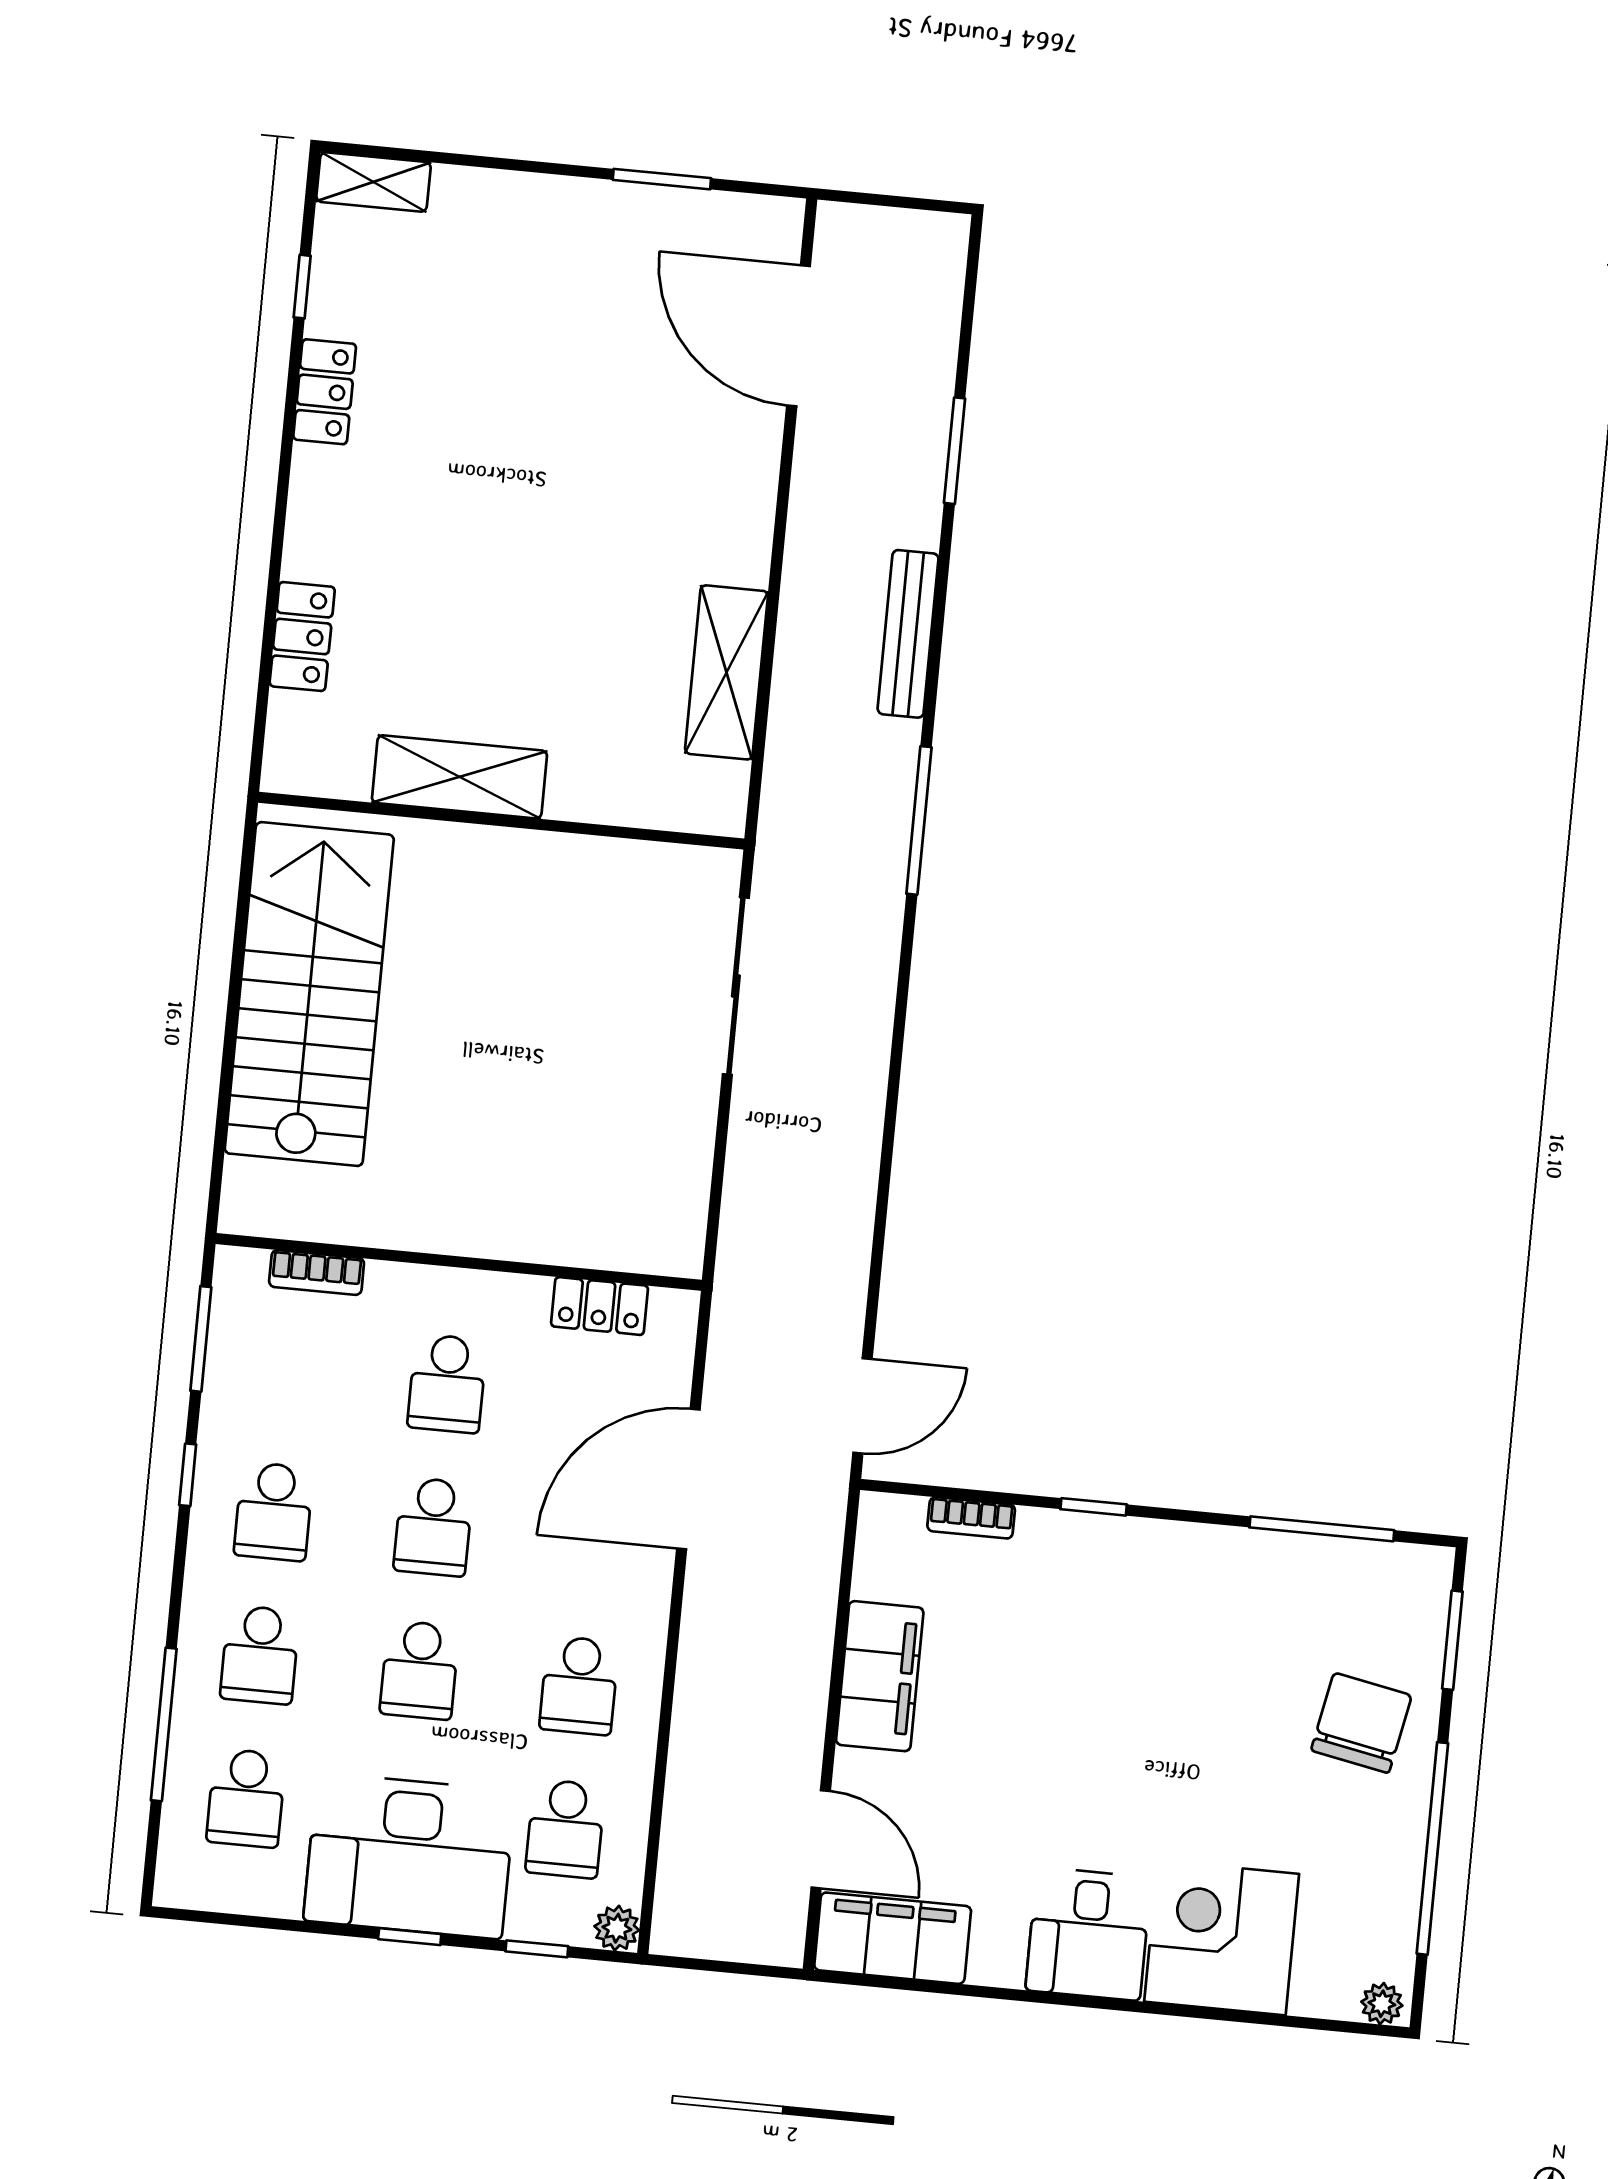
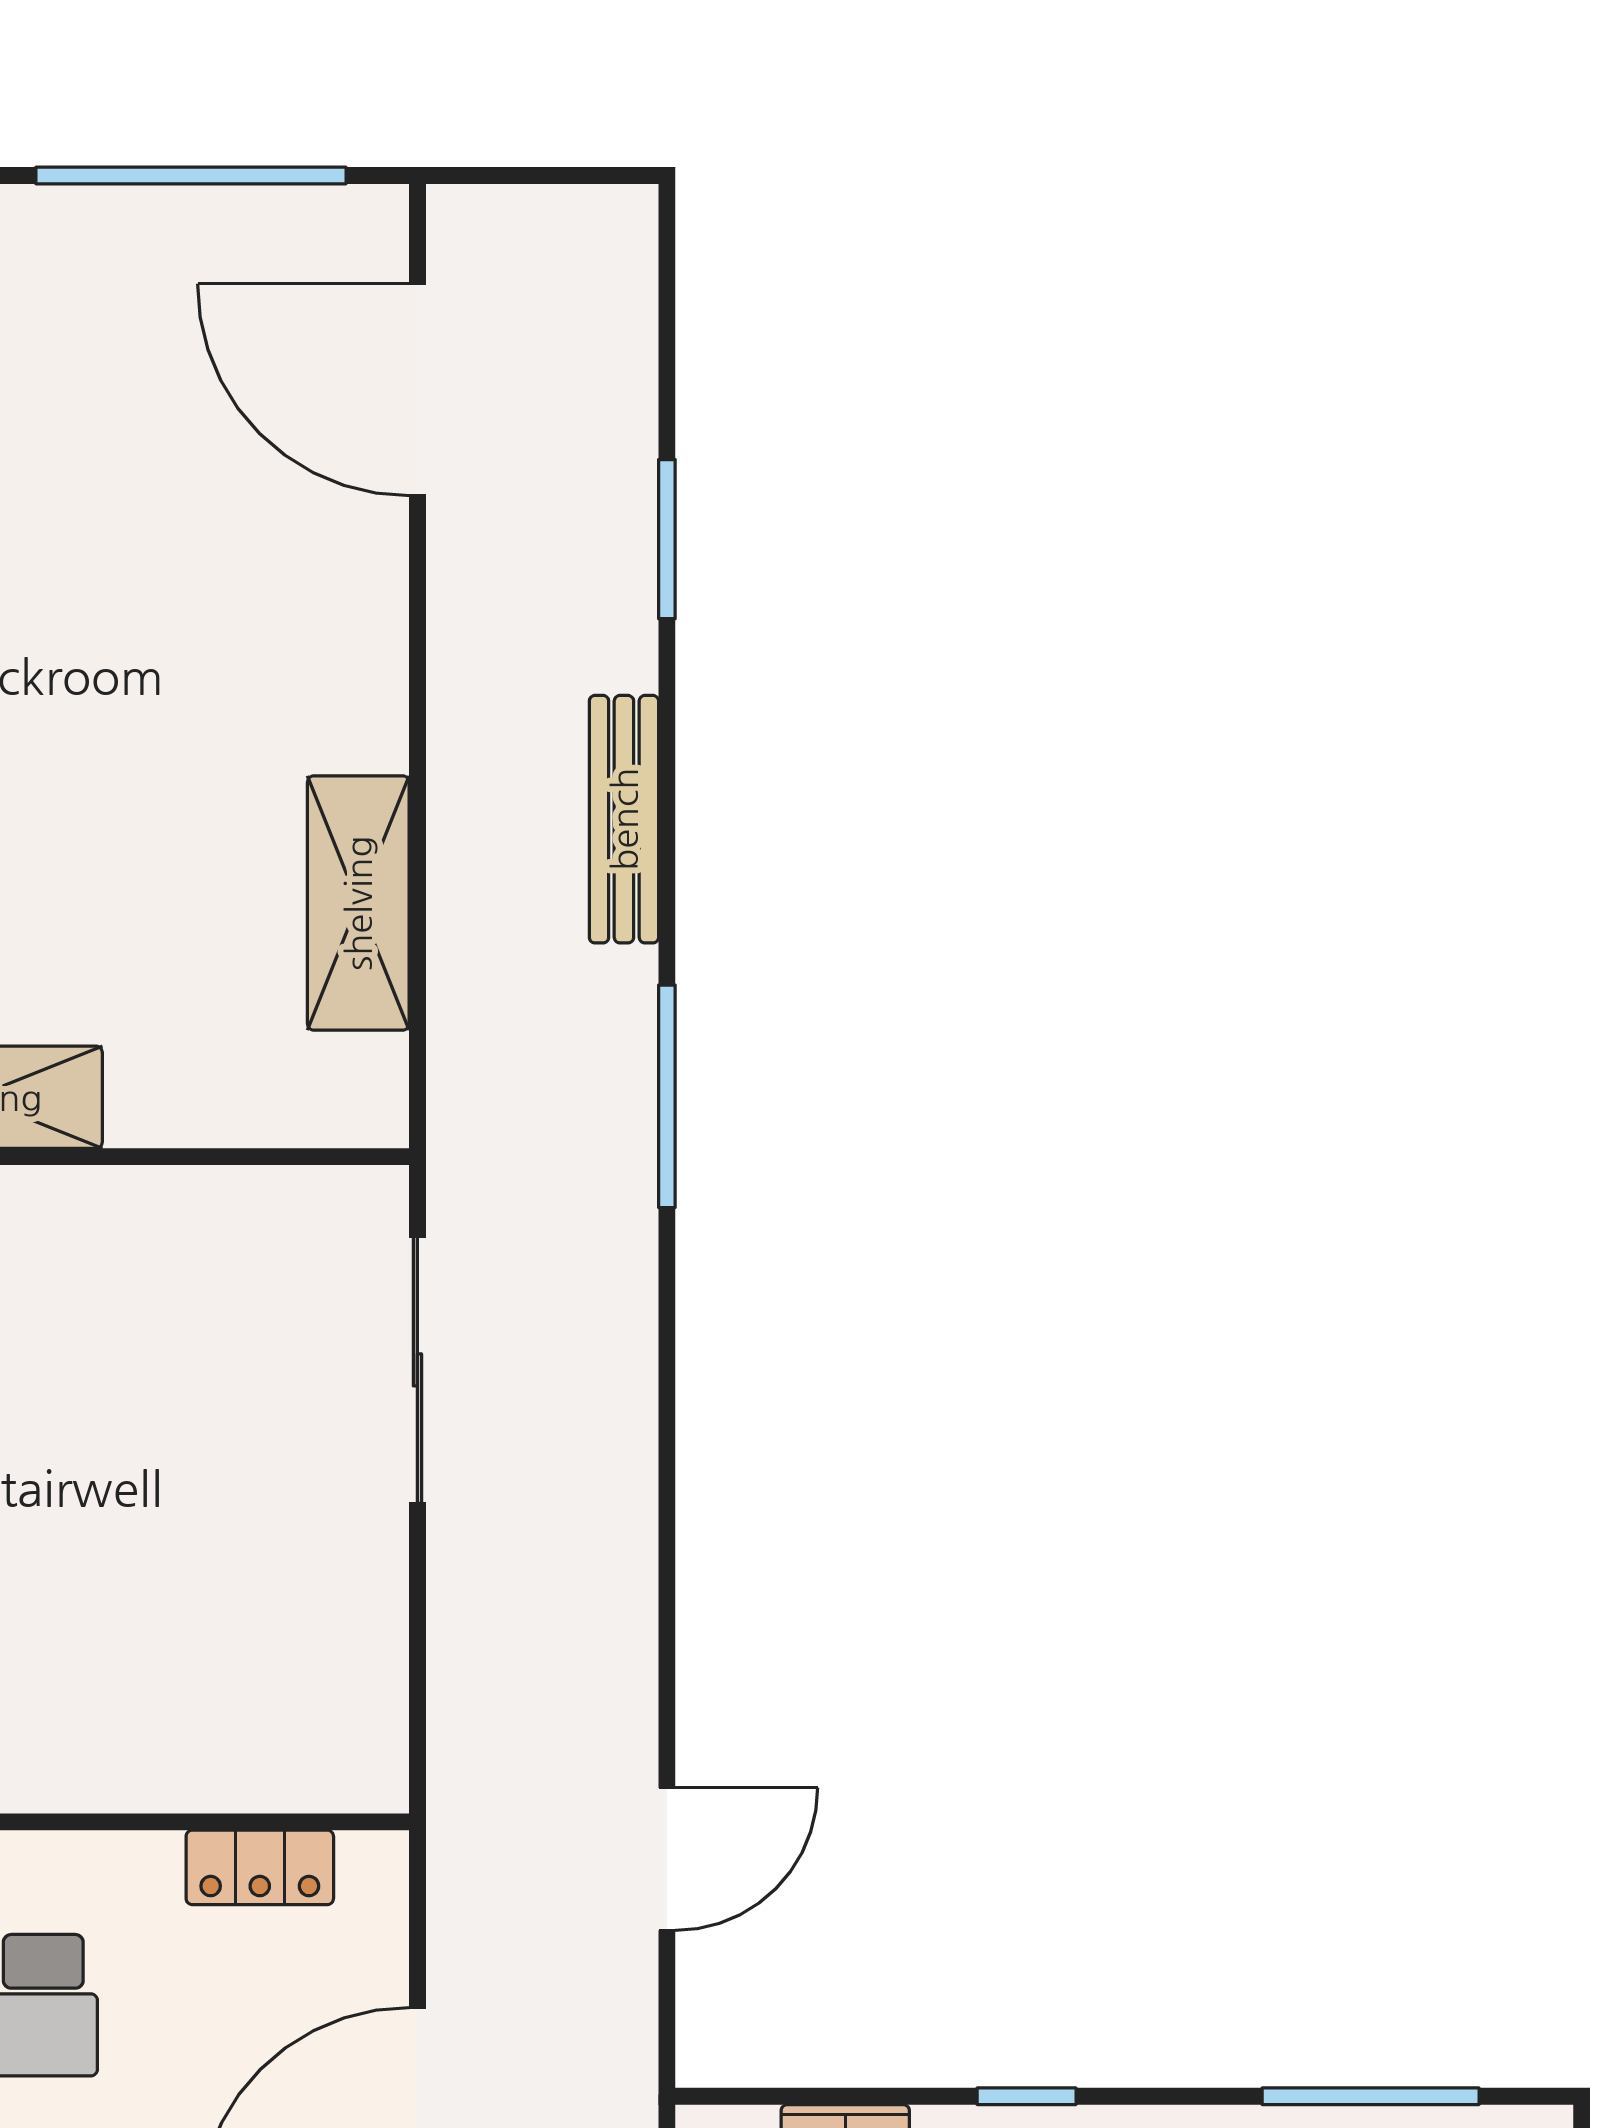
window: (662, 179) -> (191, 175), width x2.11
door: (863, 1406) -> (667, 1859), moved

